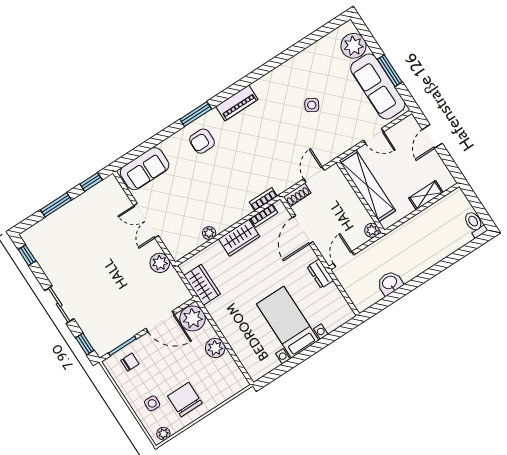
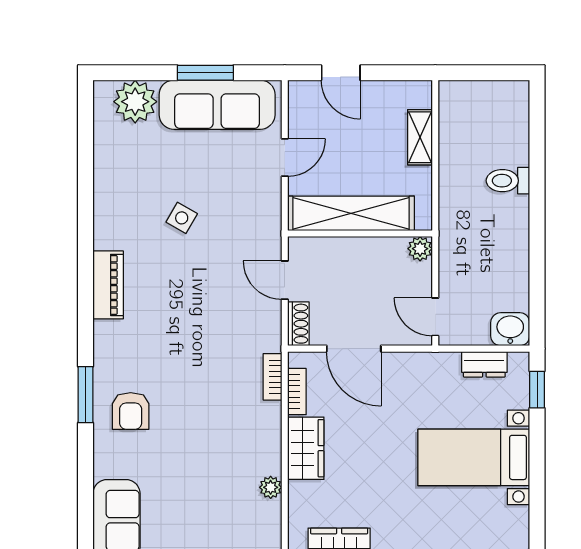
piano: (237, 103) -> (108, 285), moved
toilet: (475, 224) -> (508, 181), moved
dresser: (320, 274) -> (484, 364), moved
washbasin: (390, 283) -> (510, 329), moved, turned 90
window: (340, 332) -> (537, 390), added

